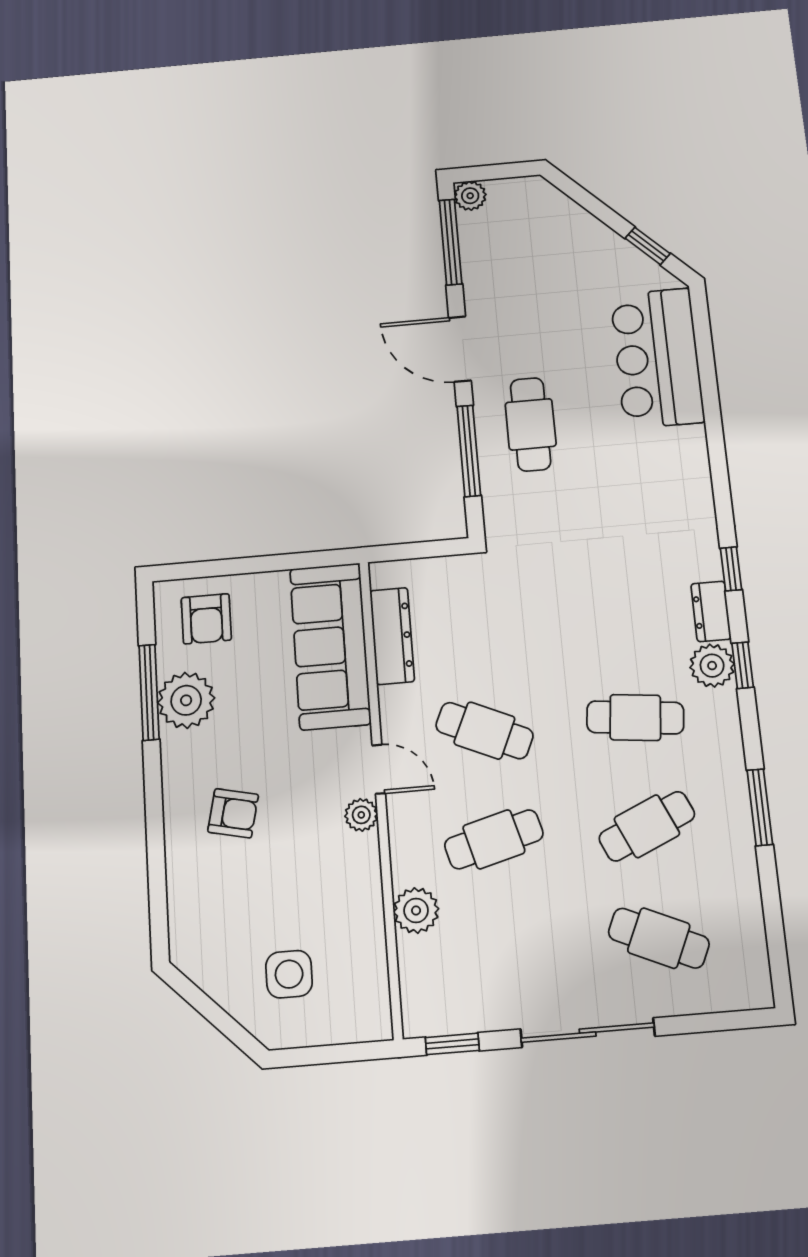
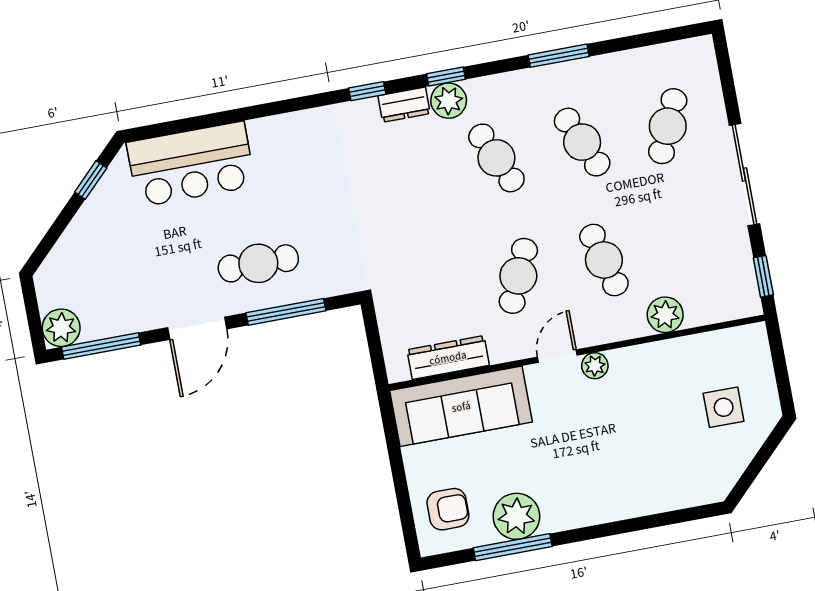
plant: (470, 196) -> (61, 328), width x1.38, depth x1.38
cafe table: (635, 717) -> (496, 158), turned -30
armchair: (233, 813) -> (603, 467), removed

